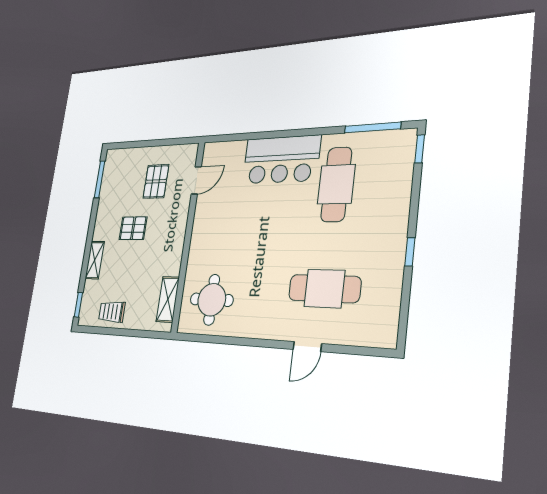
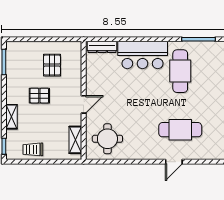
dresser: (225, 150) -> (102, 47), added
door: (196, 180) -> (84, 104), moved

